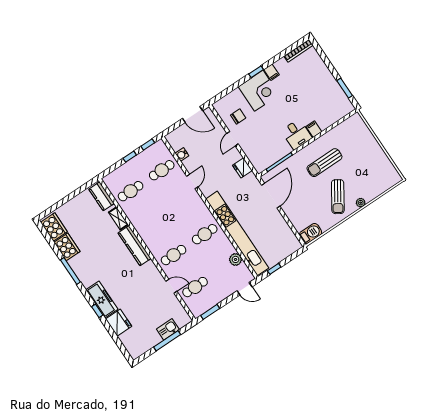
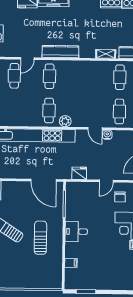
filing cabinet: (314, 129) -> (71, 263), moved
door: (233, 139) -> (106, 181), swing flipped
water cooler: (182, 154) -> (107, 135), moved
kitchen counter: (135, 246) -> (60, 52), moved
plant: (235, 259) -> (65, 121), moved

